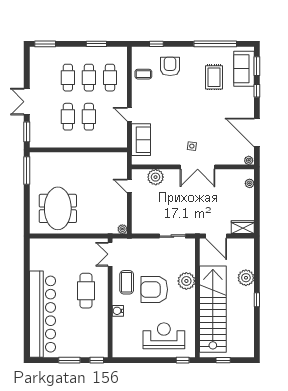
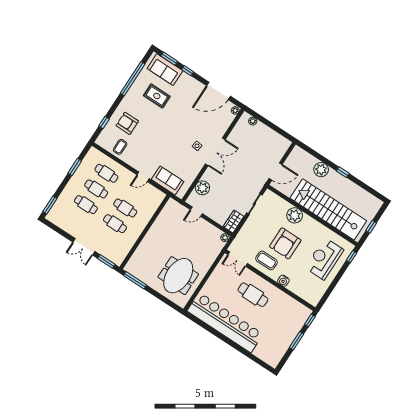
meeting table: (58, 208) -> (178, 276), turned 90
wardrobe: (243, 227) -> (234, 221), moved
bar counter: (43, 314) -> (225, 322), moved

